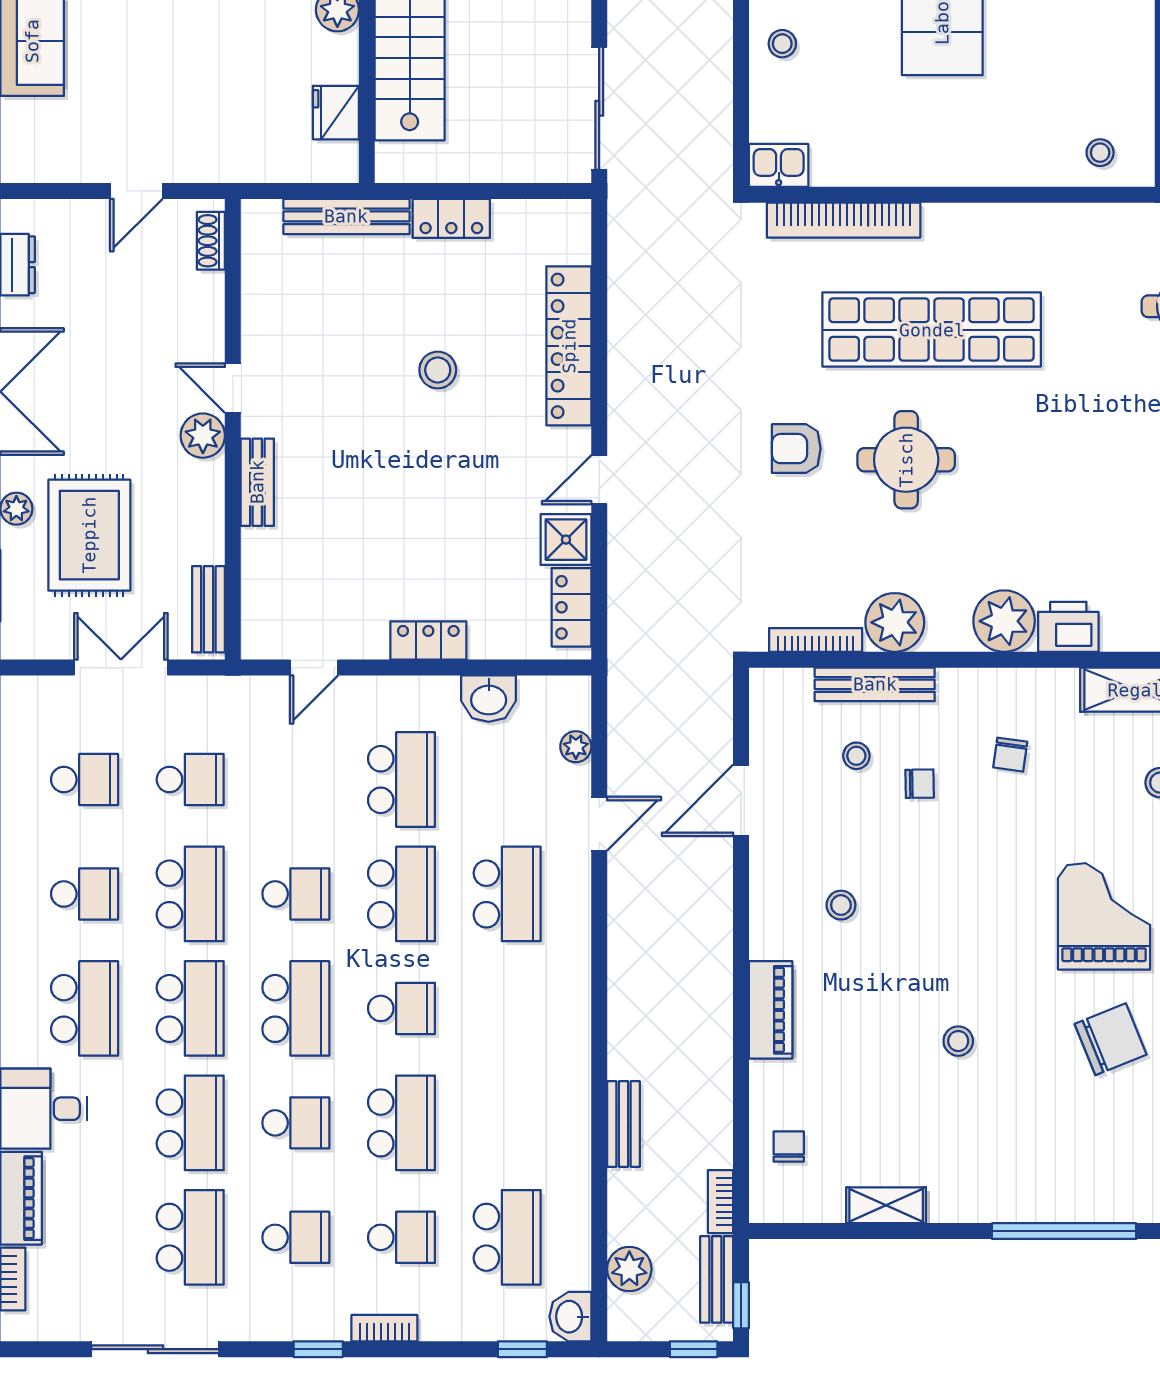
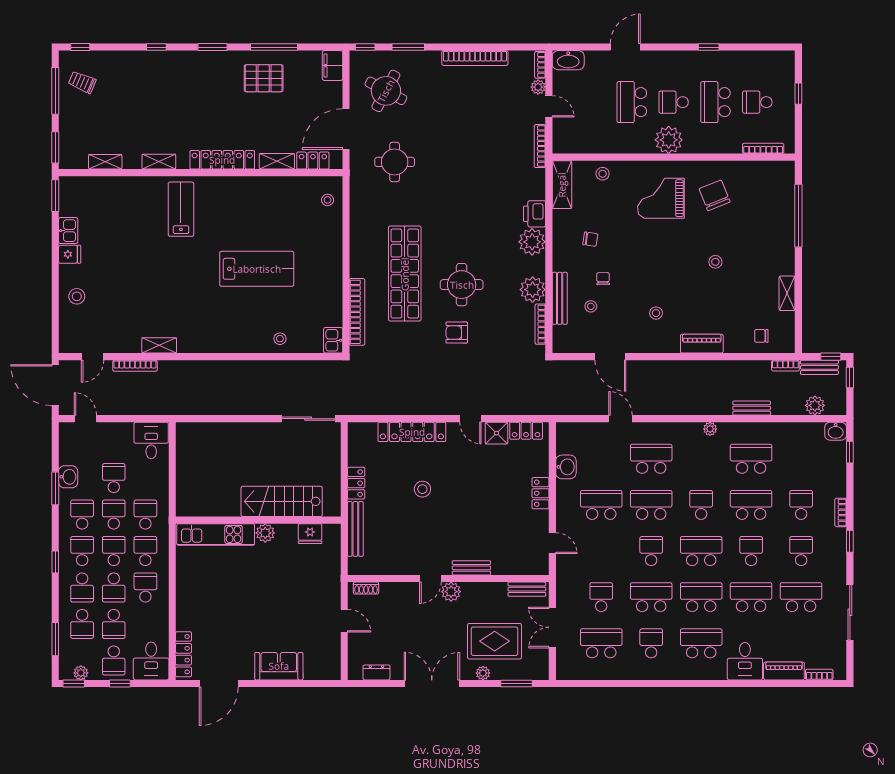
armchair: (796, 449) -> (457, 333), turned 90
plant: (576, 747) -> (710, 429), moved
school desk: (85, 780) -> (601, 643), width x1.85
school desk: (507, 1237) -> (751, 459), moved

